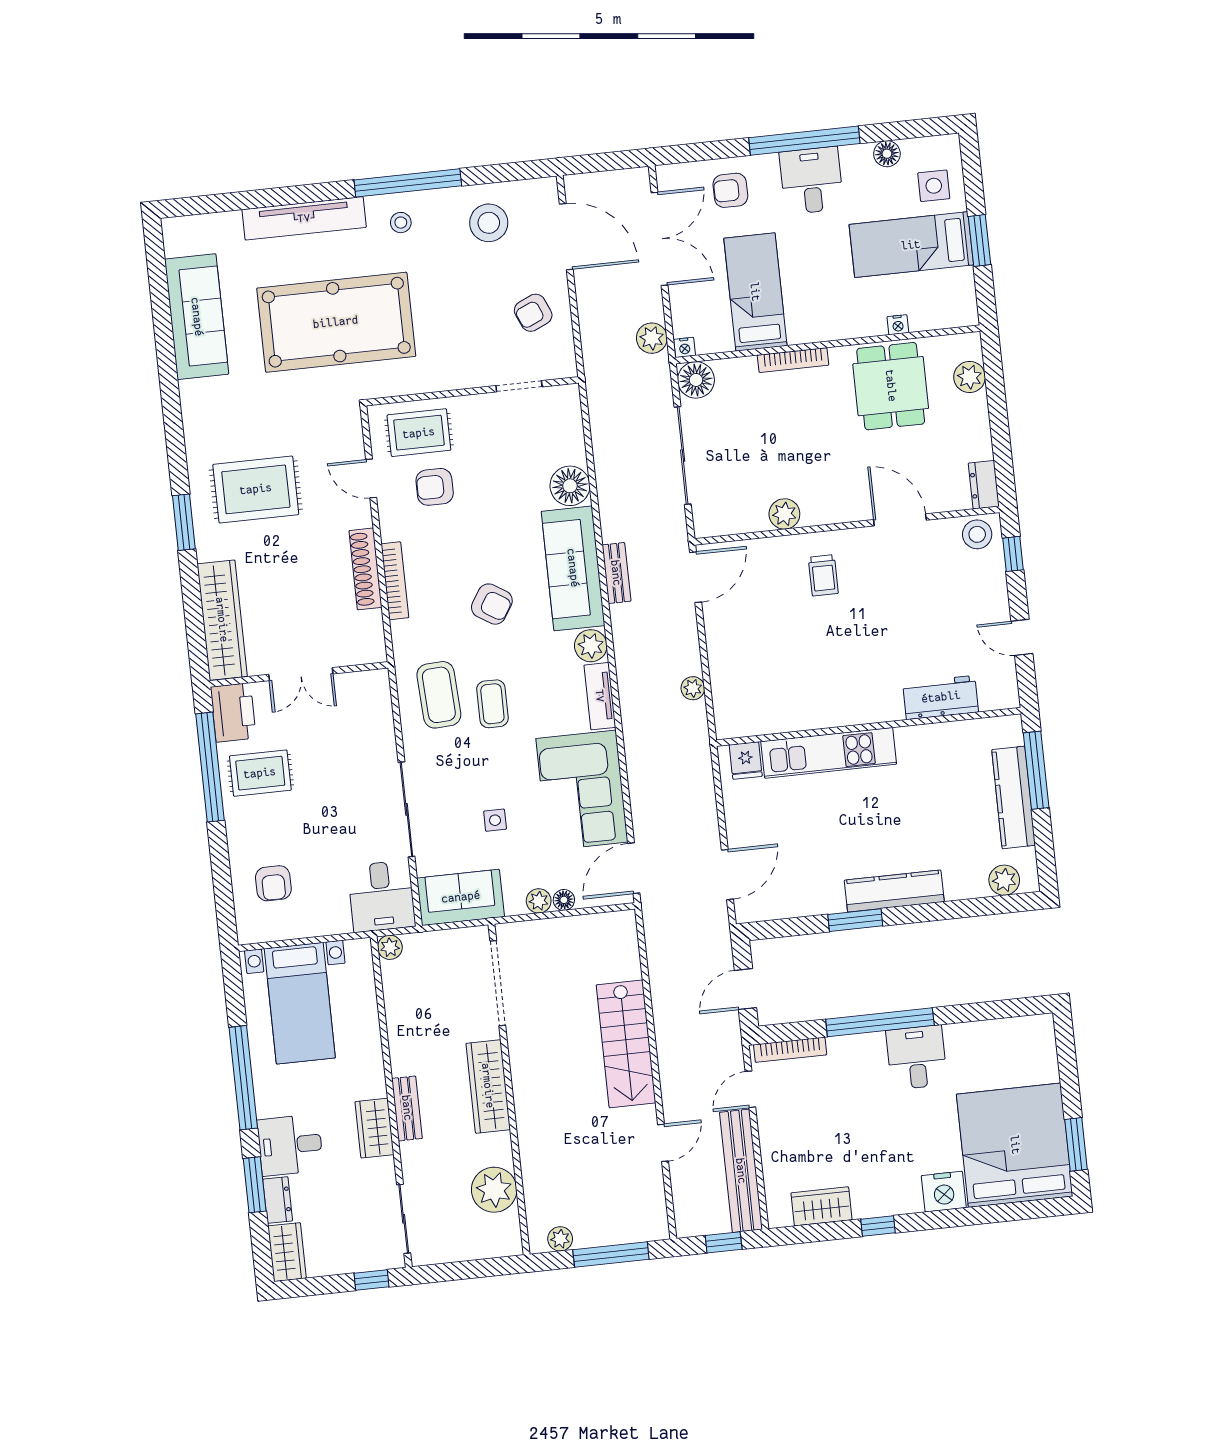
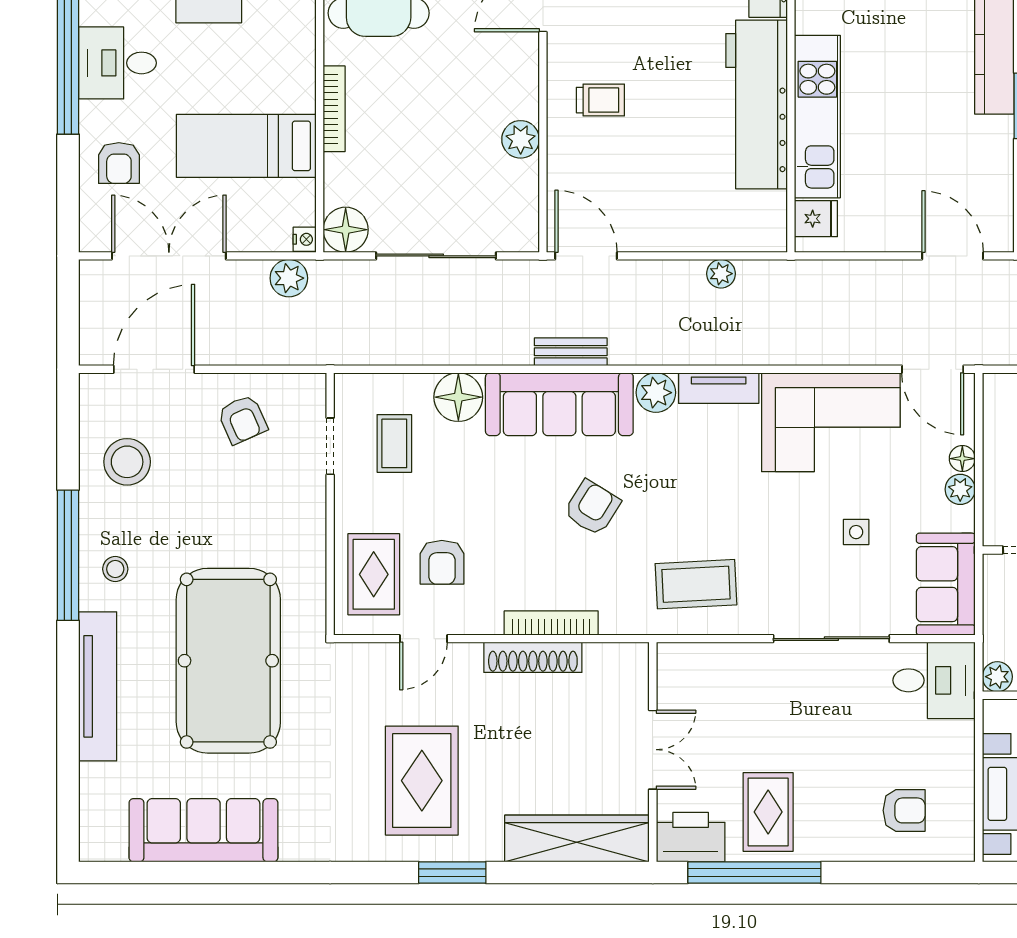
workbench: (833, 702) -> (757, 105), added
coffee table: (492, 704) -> (394, 443), moved, turned 90

